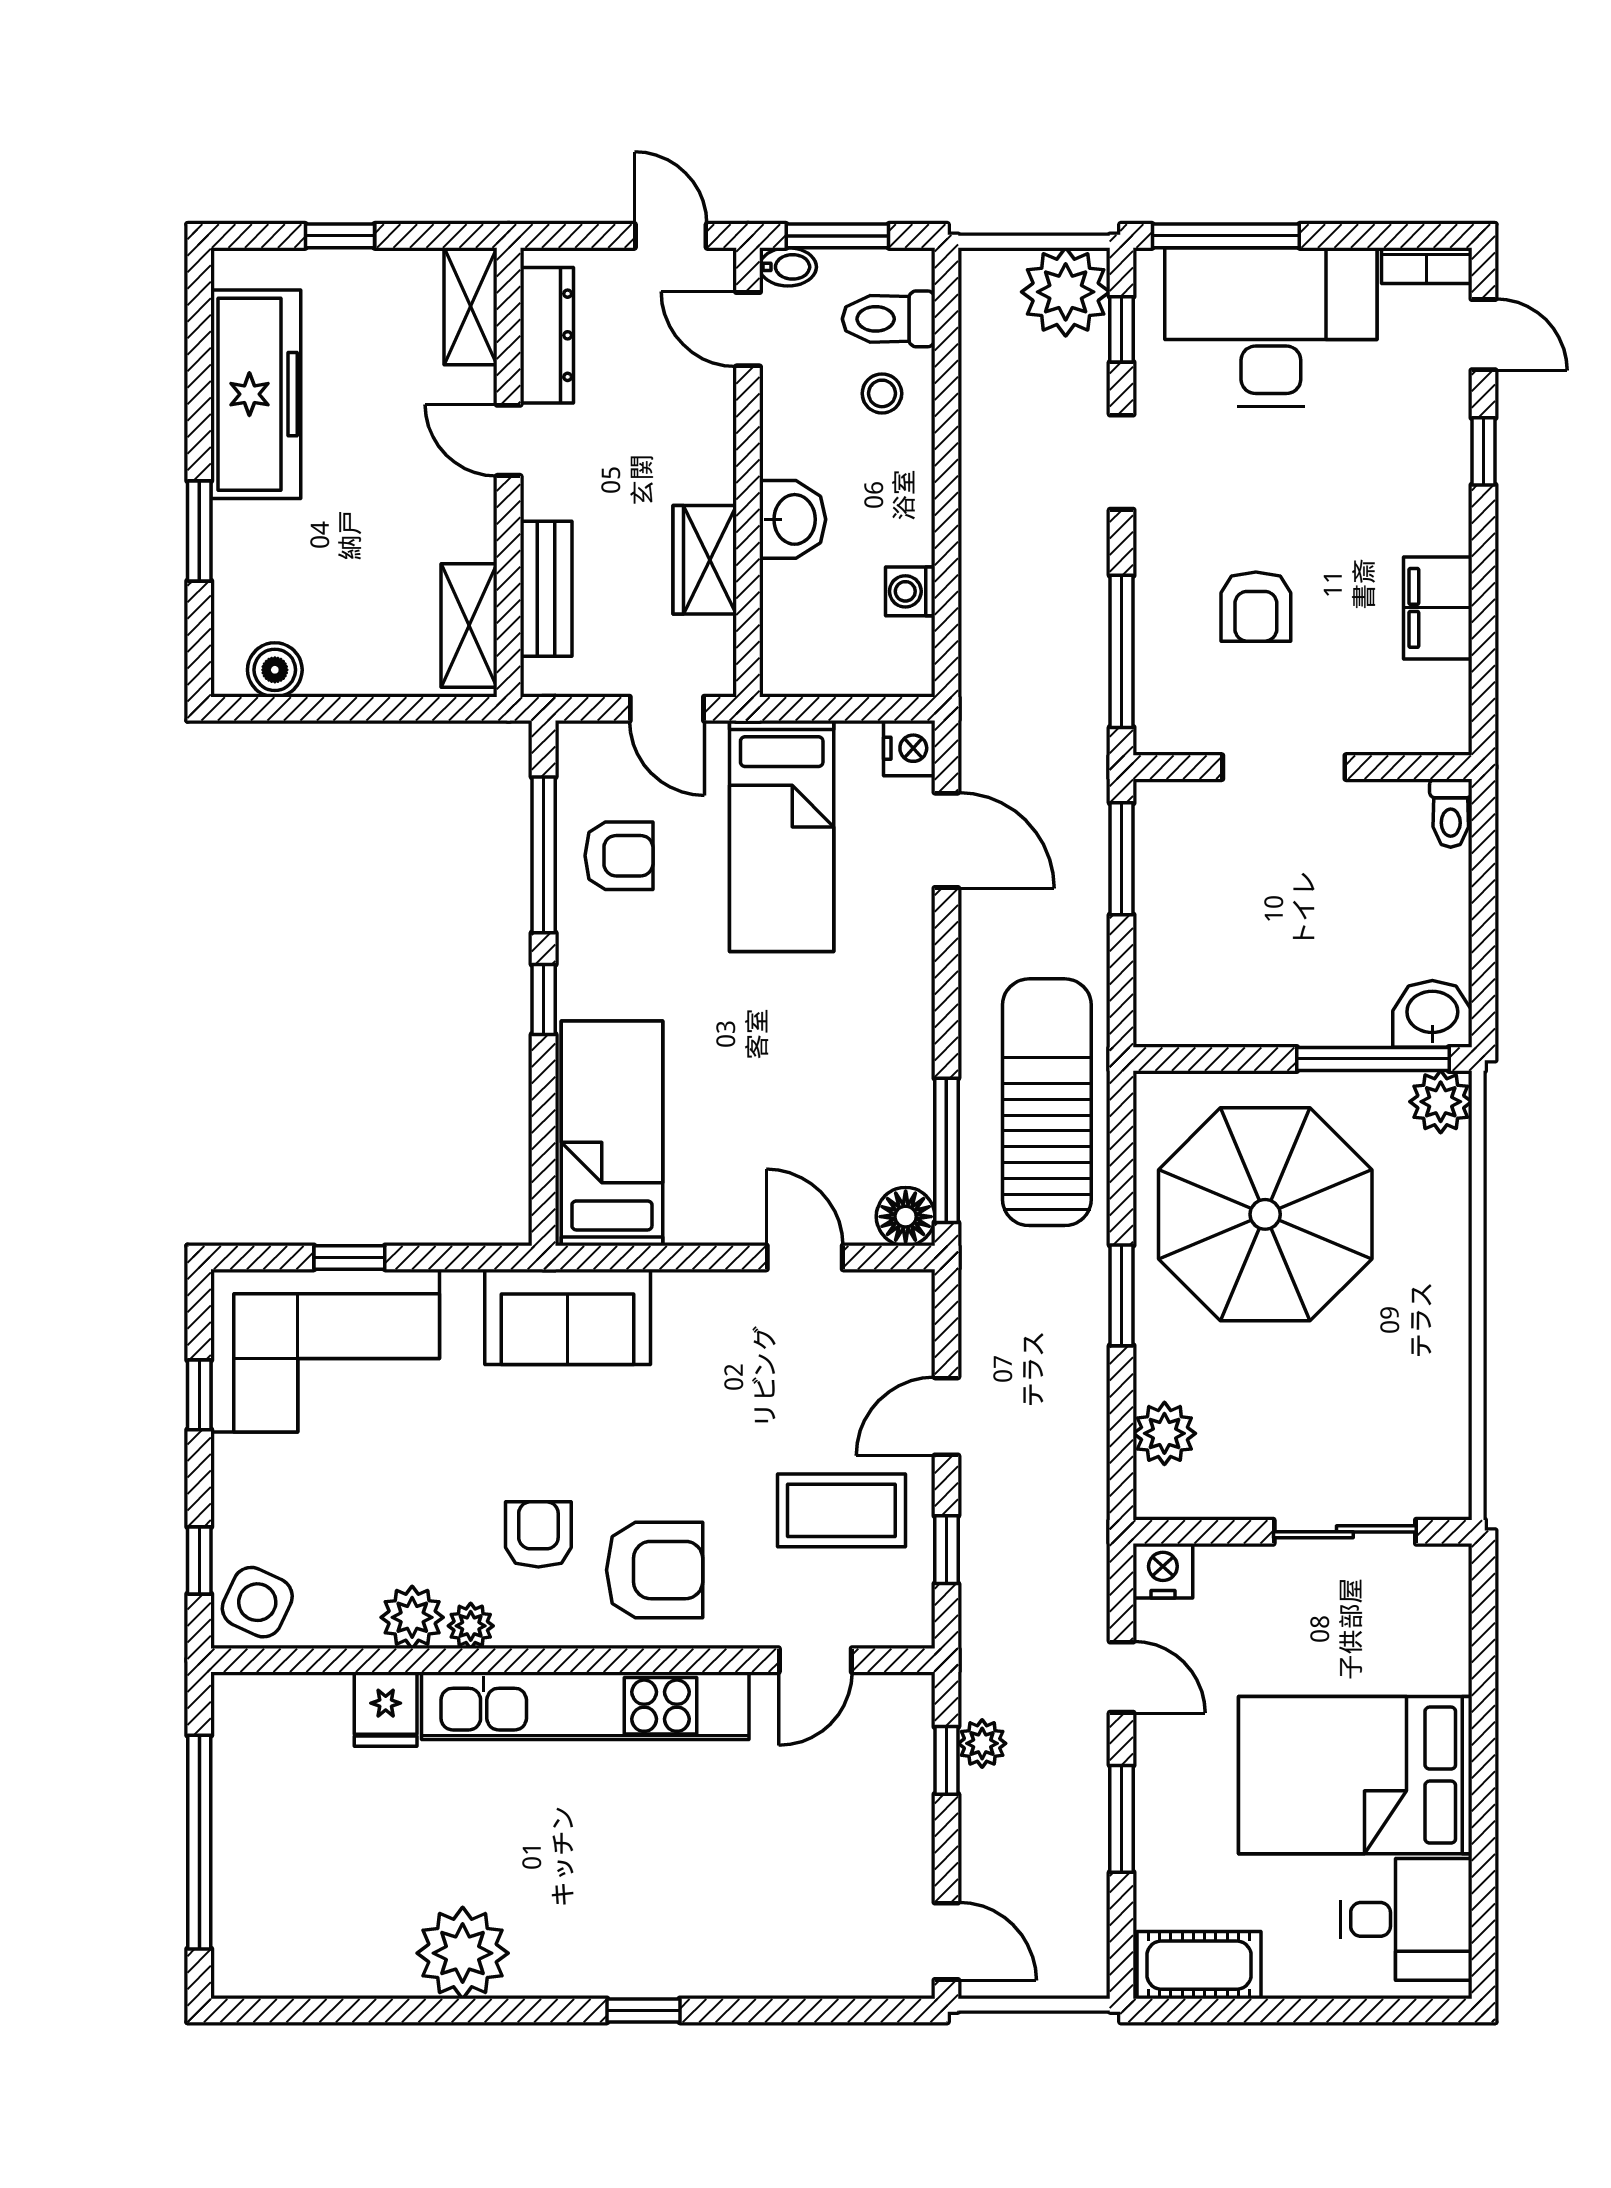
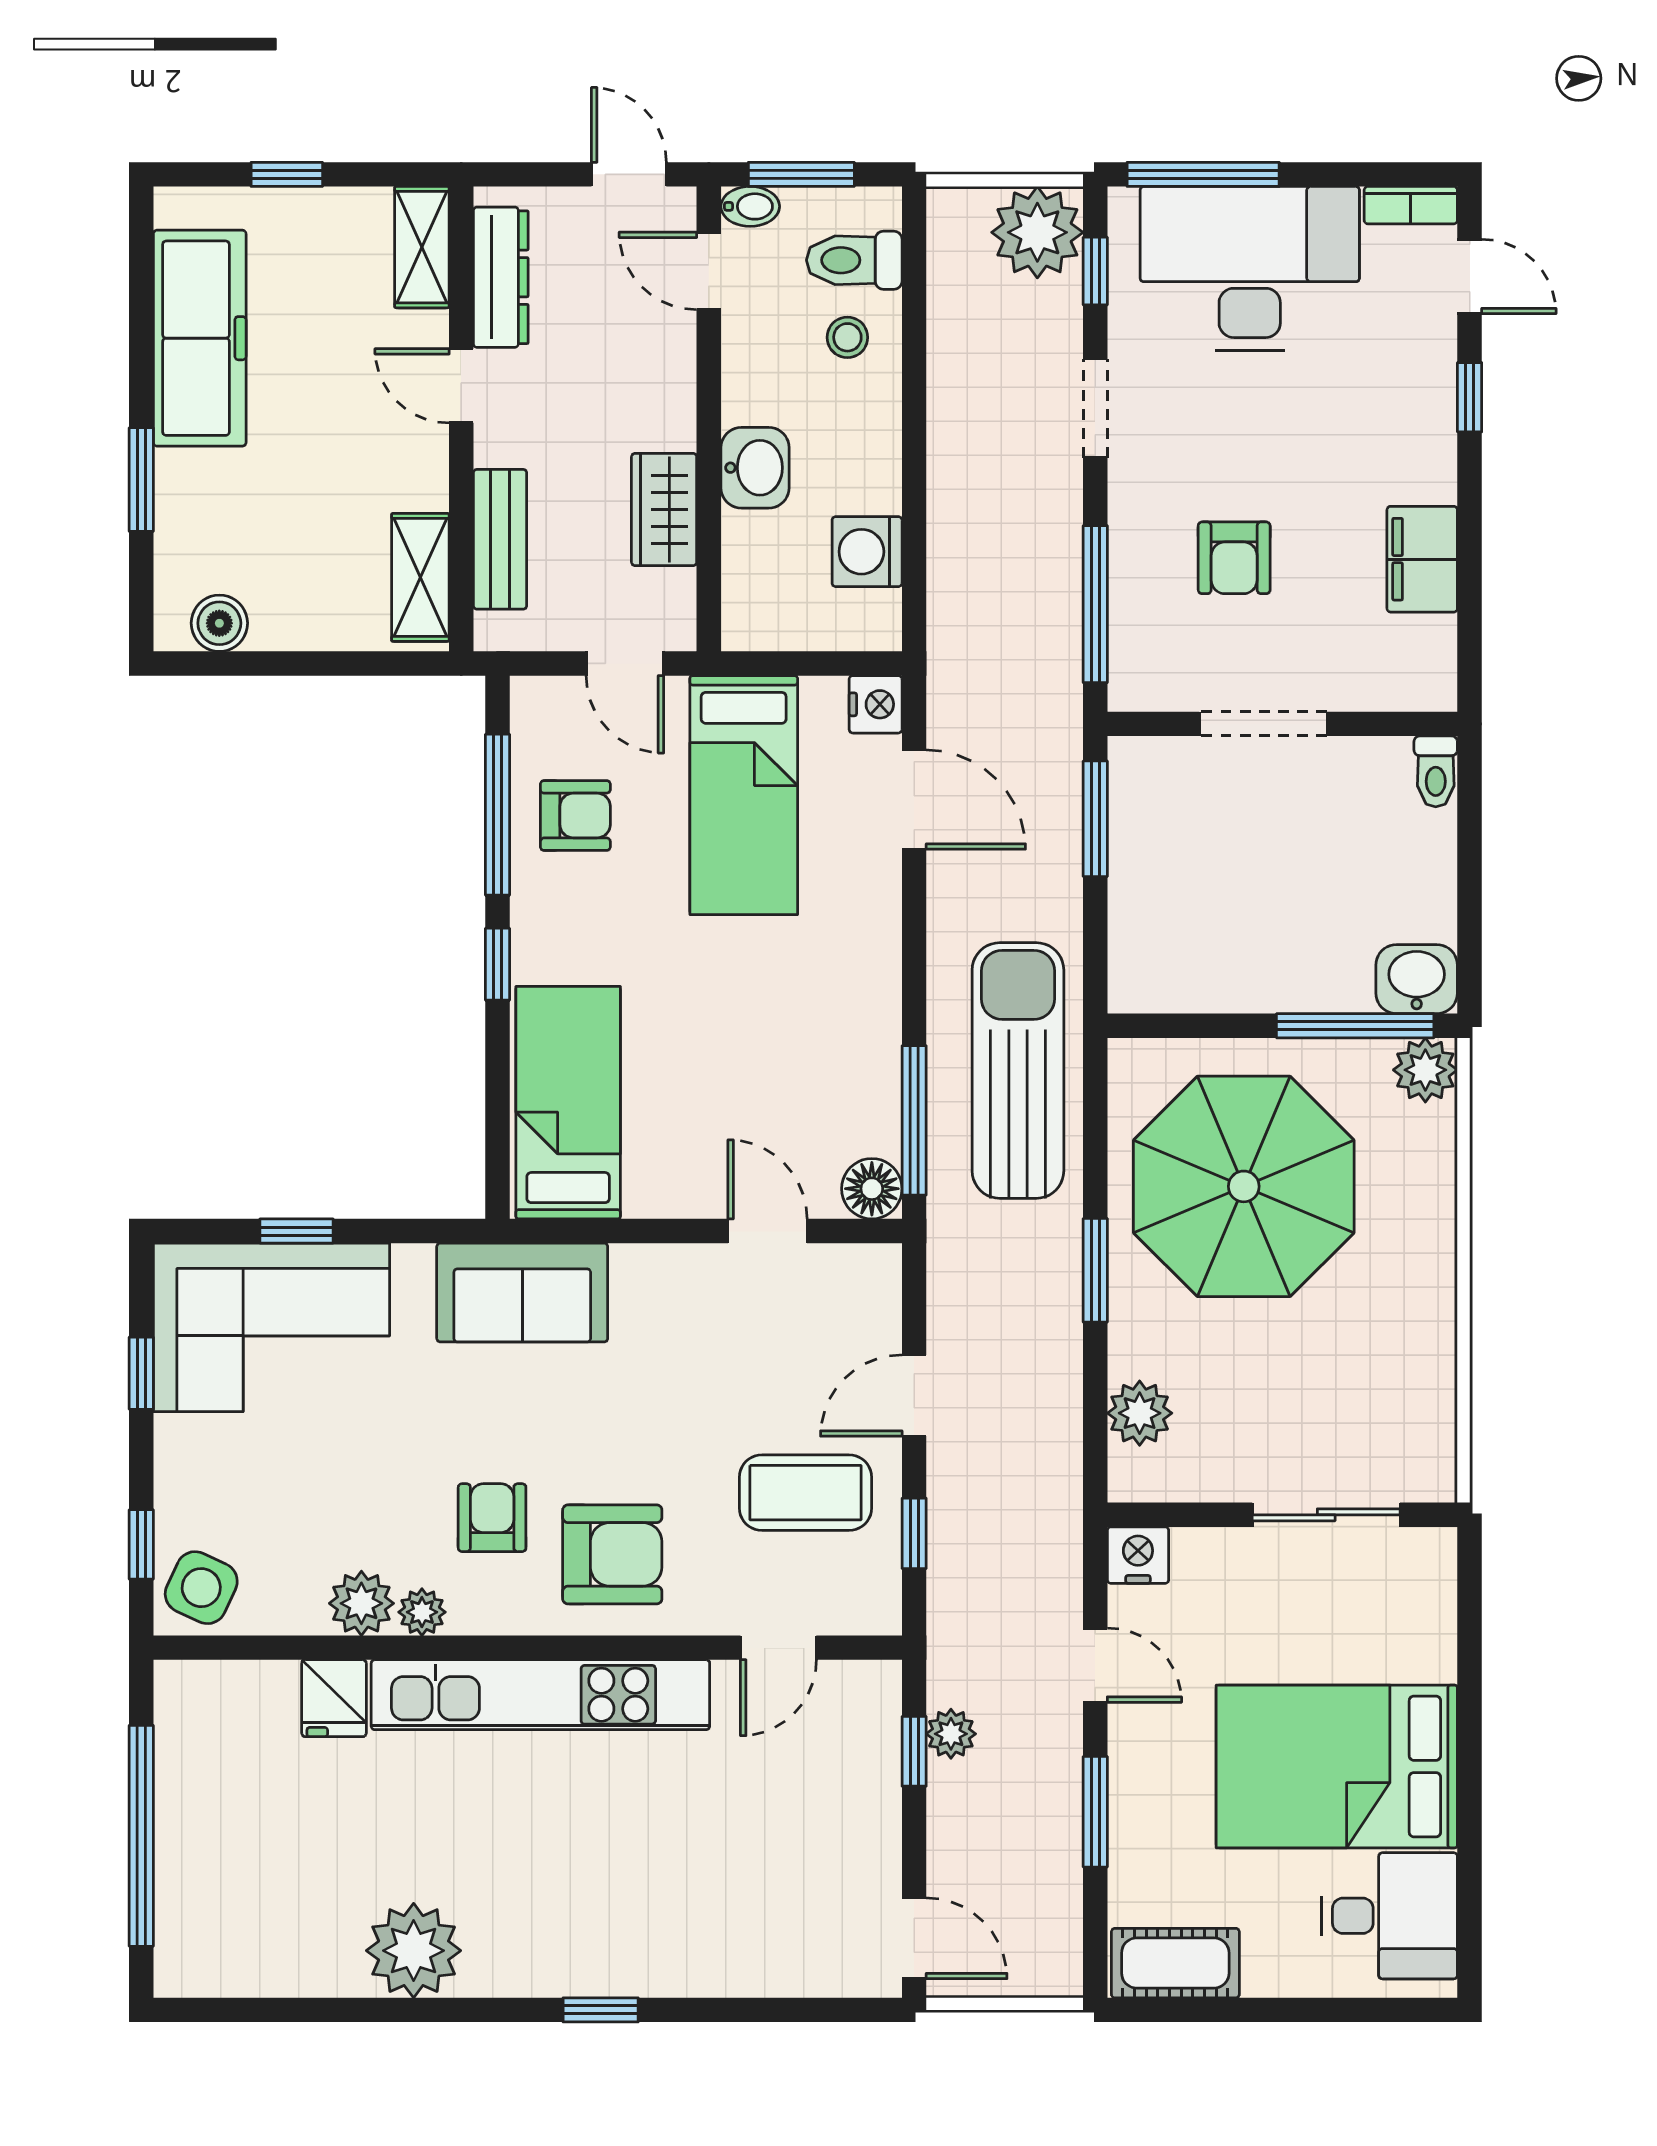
washing machine: (910, 591) -> (867, 552), width x1.38, depth x1.38

